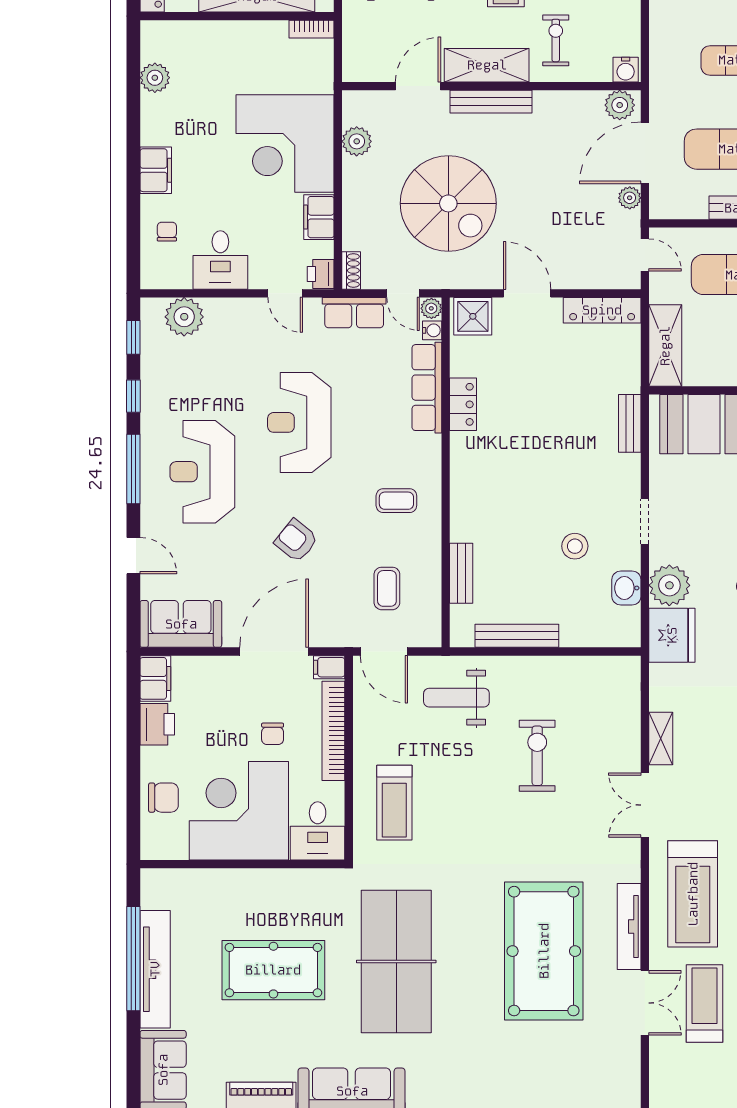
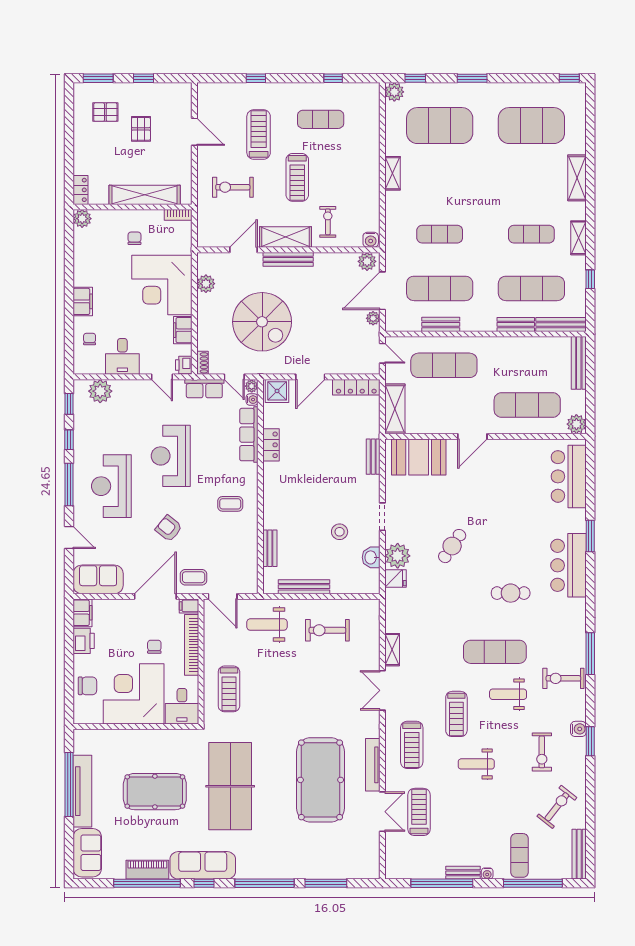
chair: (240, 67) -> (134, 238), added
plant: (155, 78) -> (82, 219), moved
door: (527, 293) -> (310, 377), swing flipped
coffee table: (387, 588) -> (194, 577), moved, turned 90
fridge: (672, 635) -> (395, 579), width x0.53, depth x0.75
chair: (273, 734) -> (154, 647), turned 180
exercise bike: (537, 756) -> (327, 630), moved, turned -90
treadmill: (693, 894) -> (412, 745), width x0.73, depth x0.73

